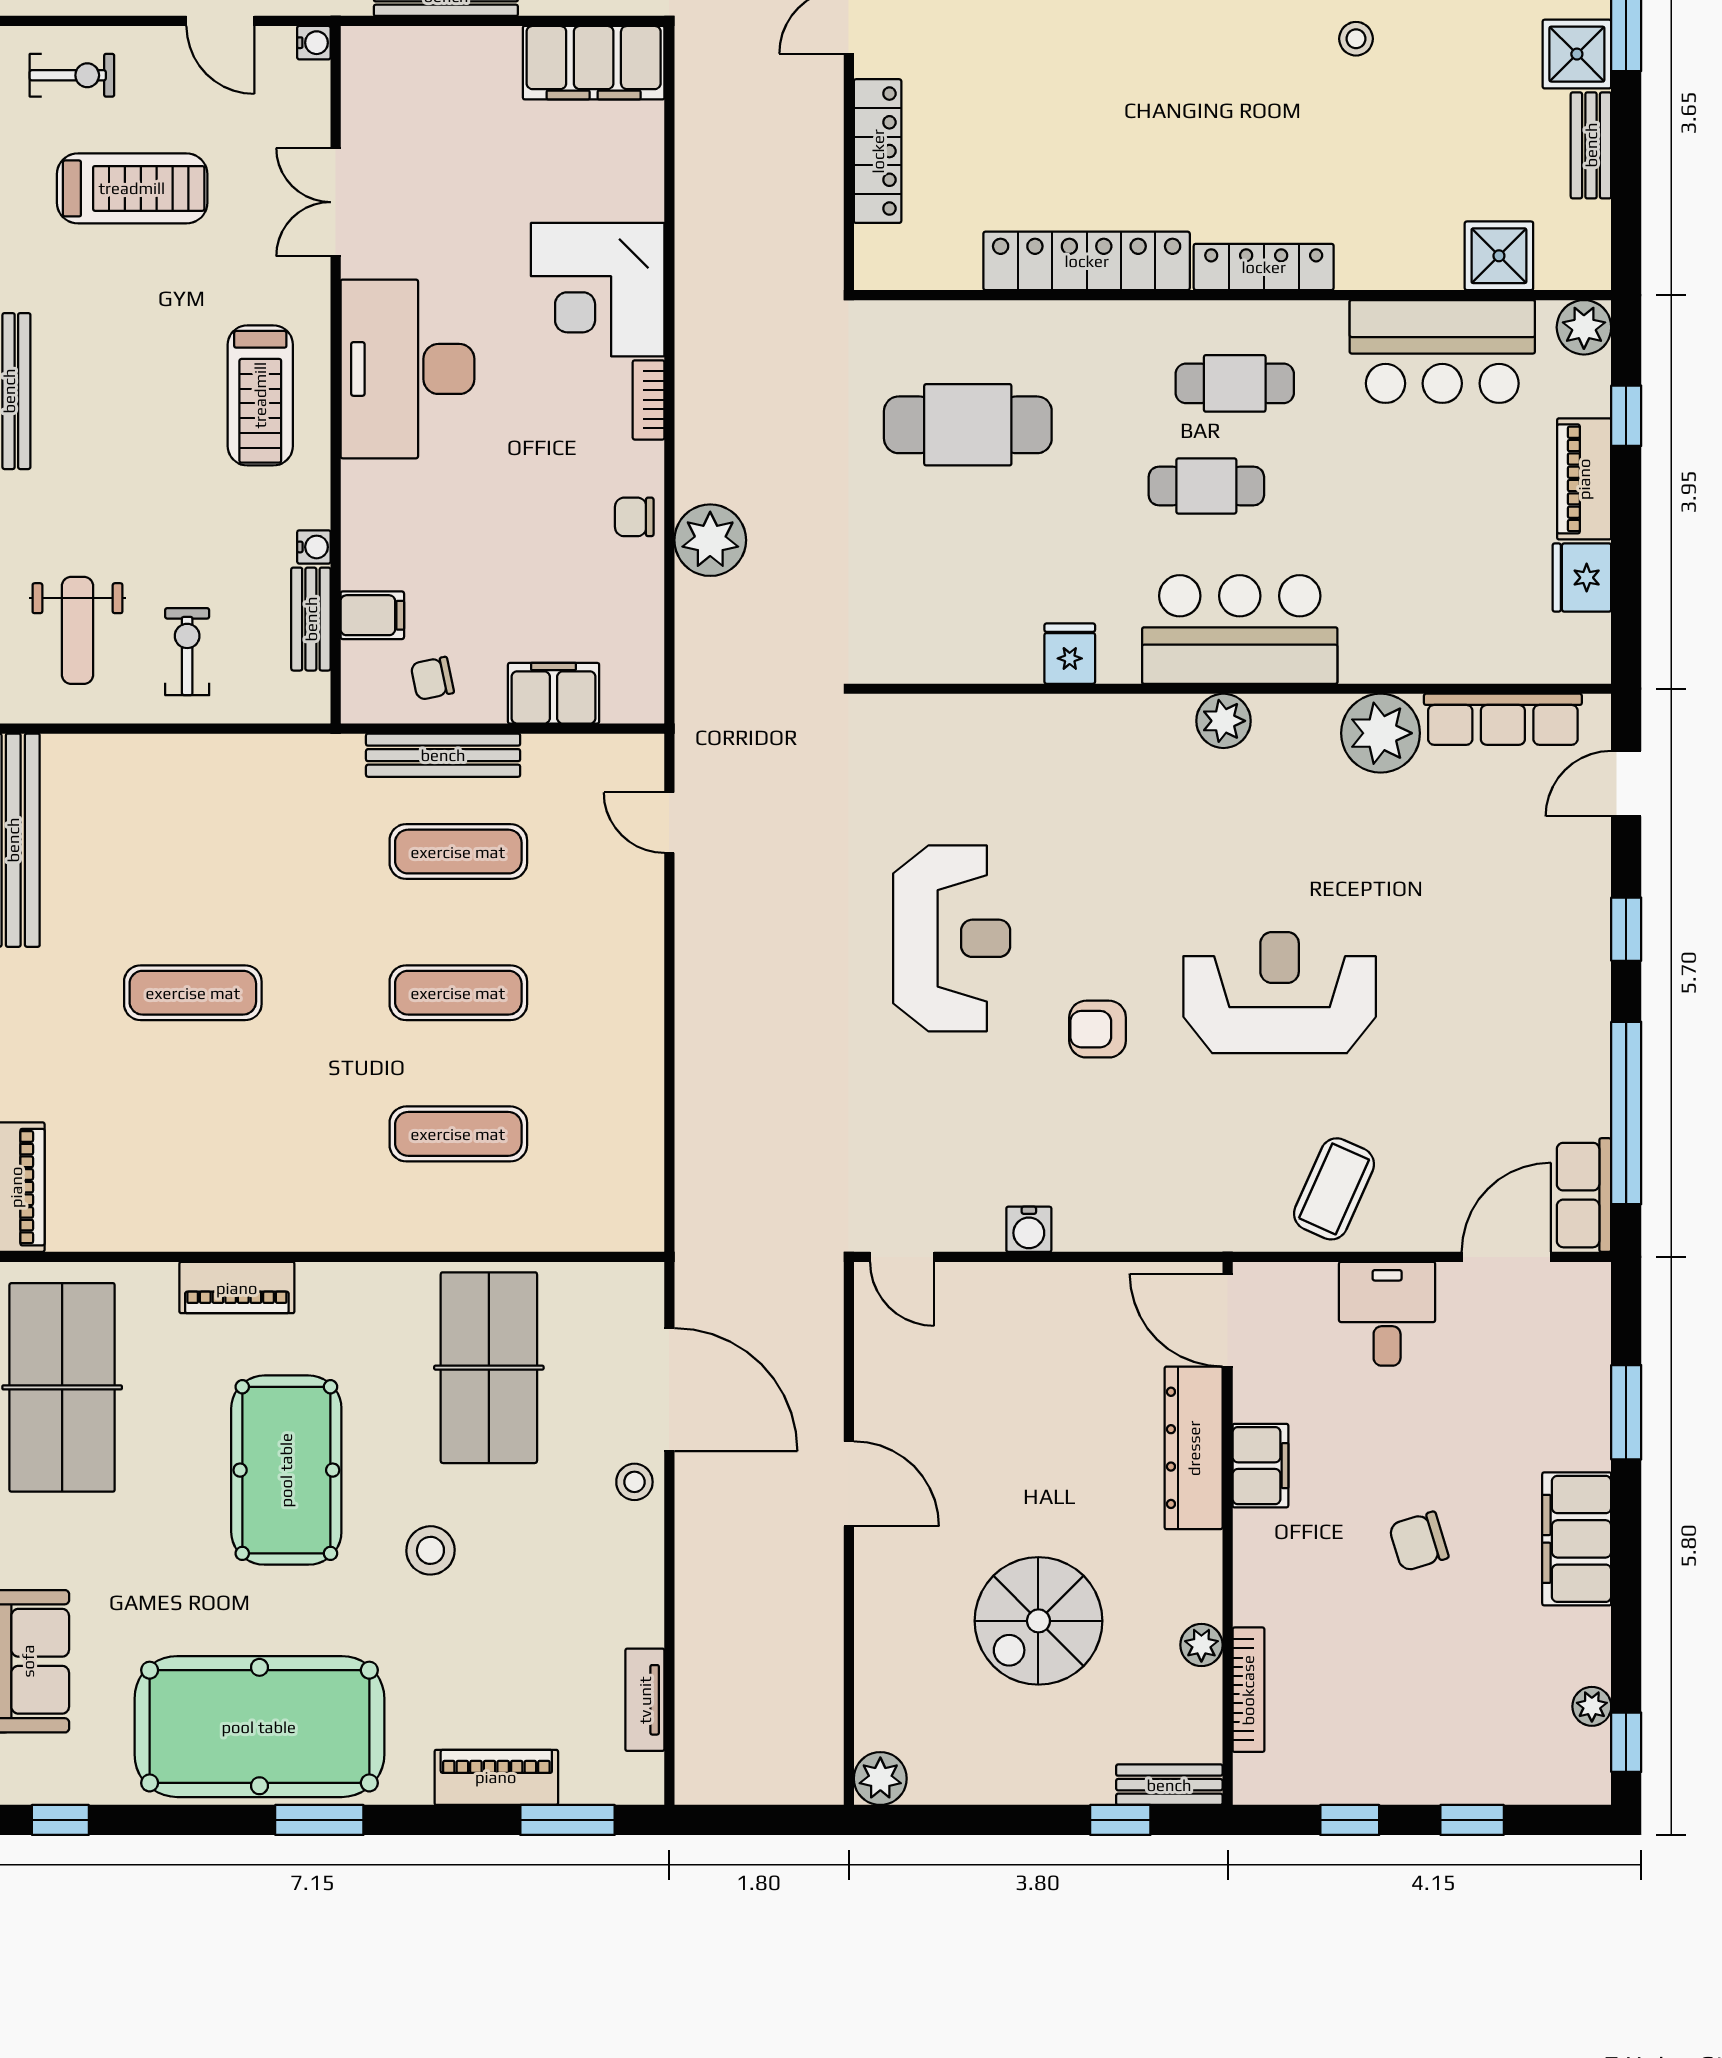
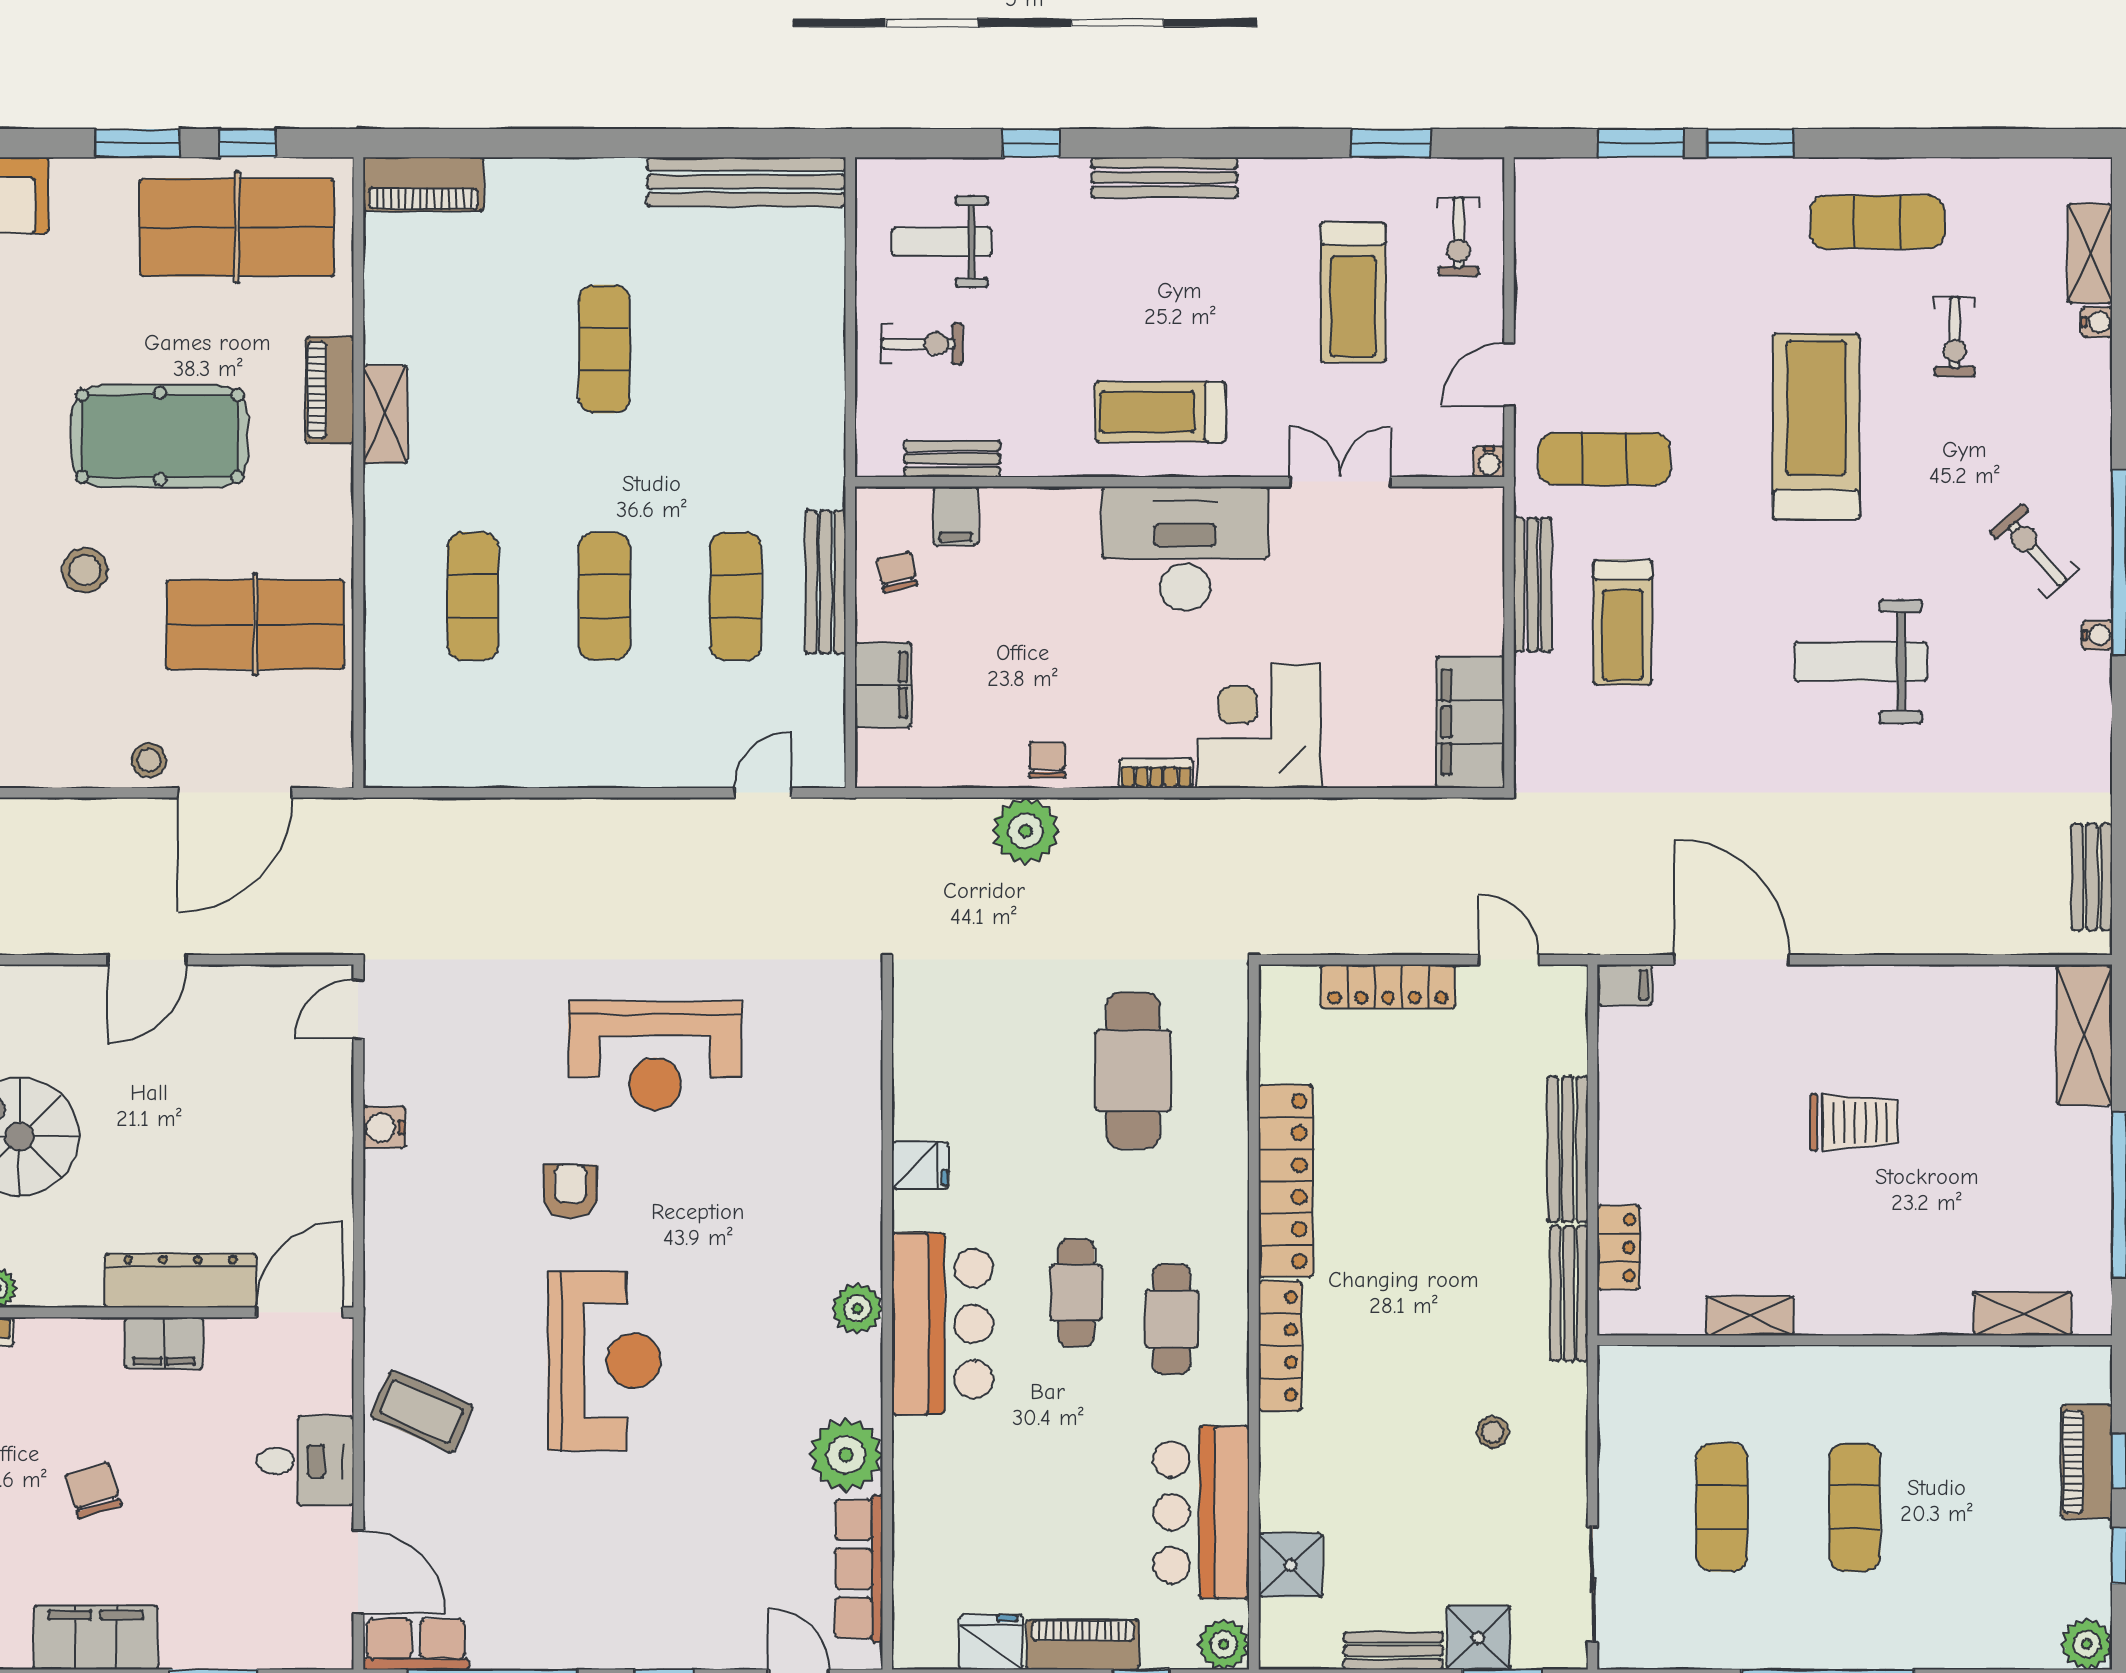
water cooler: (314, 547) -> (1019, 462), removed
shelving: (263, 1228) -> (385, 414), added

